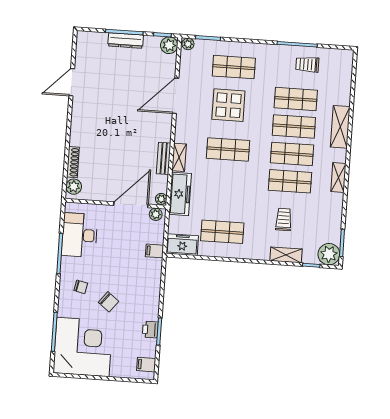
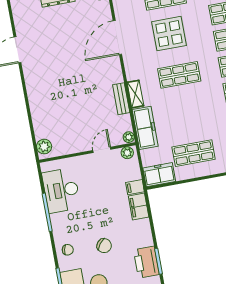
shoe rack: (73, 162) -> (38, 124), removed
door: (131, 205) -> (102, 150), width x0.53
filing cabinet: (153, 271) -> (139, 207), added
chair: (81, 287) -> (68, 250), moved
printer: (150, 330) -> (146, 262), width x1.87, depth x1.48

